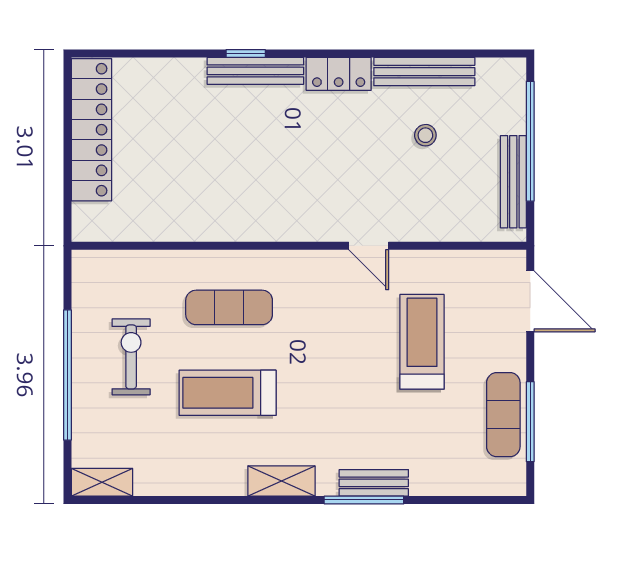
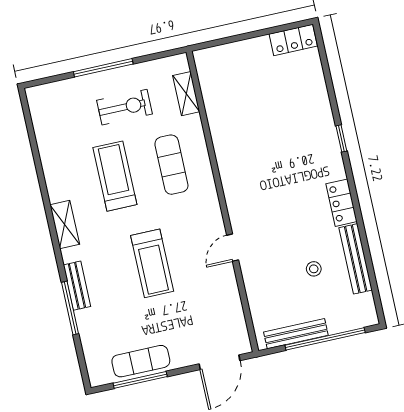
bench: (255, 71) -> (331, 147), removed
locker: (91, 130) -> (293, 40), width x0.46, depth x0.83
treadmill: (422, 342) -> (152, 263), moved, turned 90
window: (67, 375) -> (103, 68), width x0.68
shelving: (102, 482) -> (186, 94), moved
window: (364, 500) -> (70, 308), moved

